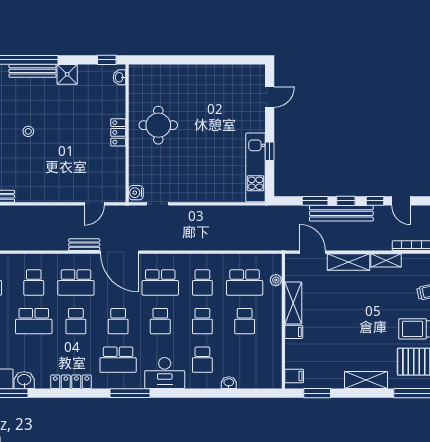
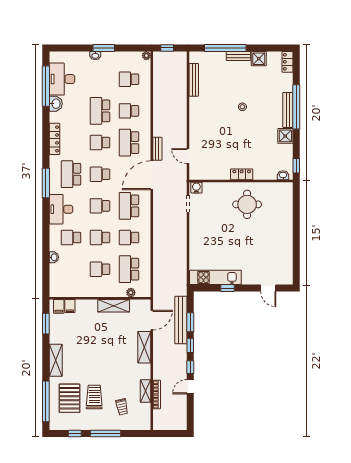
bench: (341, 213) -> (181, 320), moved
shelving: (386, 260) -> (146, 391), moved
filing cabinet: (294, 332) -> (70, 306), moved

